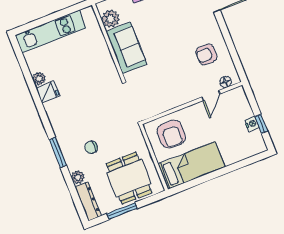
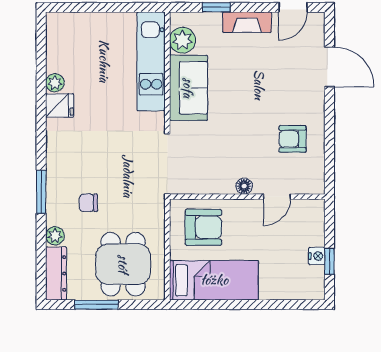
kitchen unit: (51, 32) -> (151, 61), moved, turned 90
floor lamp: (225, 82) -> (244, 186), moved
armchair: (171, 134) -> (203, 227), turned -90

